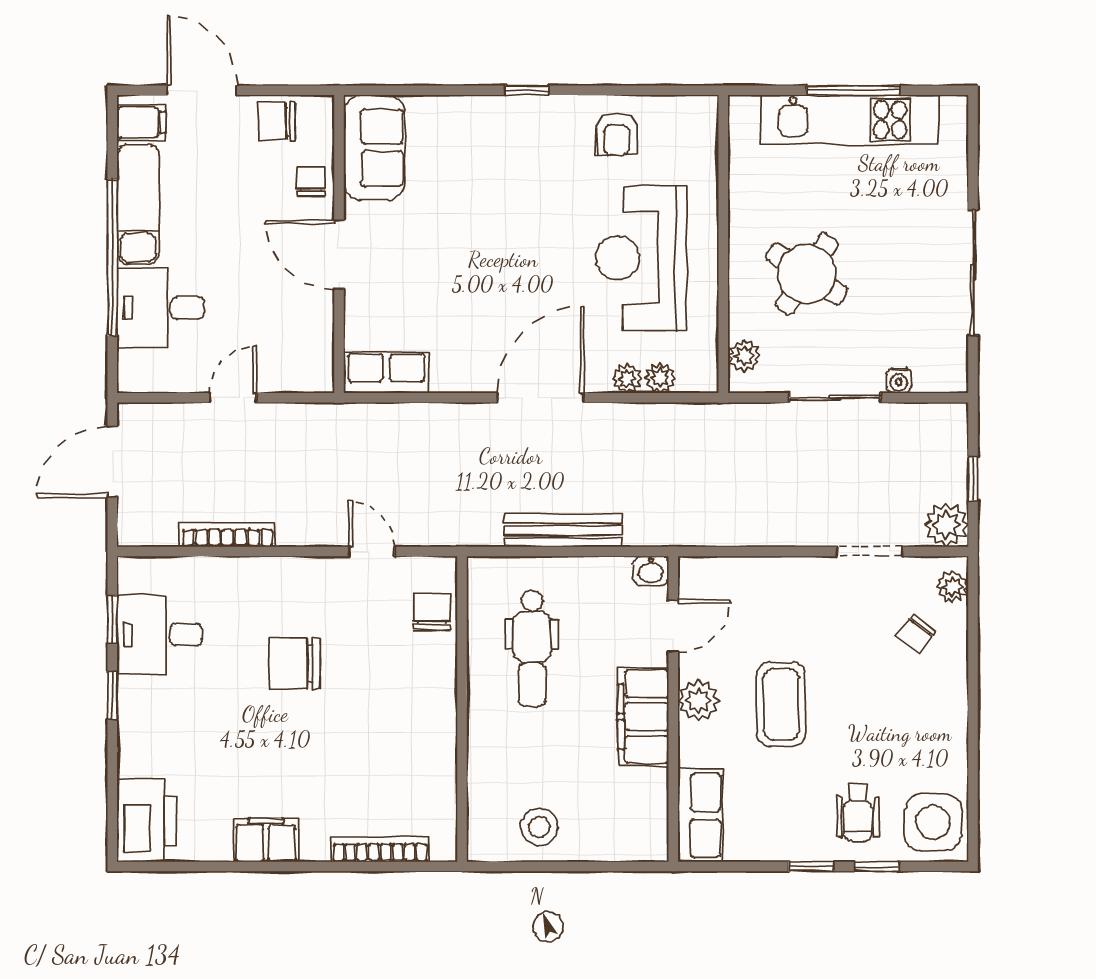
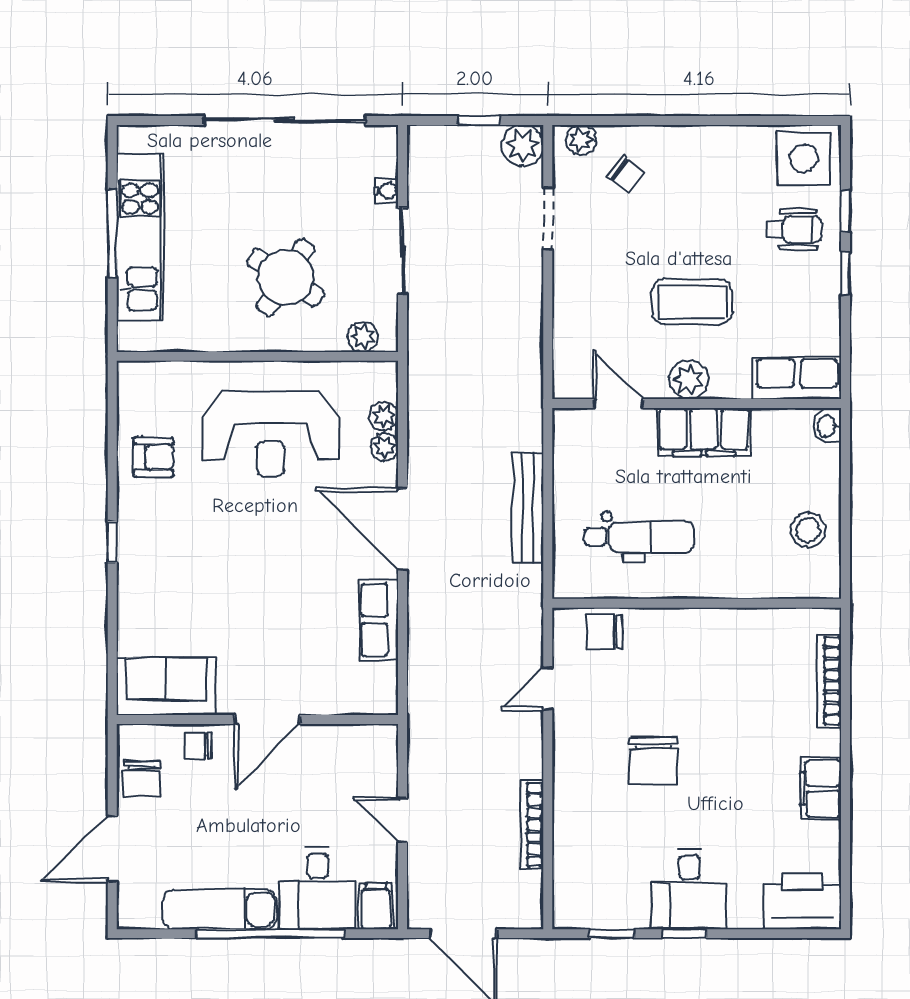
filing cabinet: (141, 122) -> (376, 906), moved
sliding door: (973, 273) -> (284, 120), width x1.36
row of seats: (386, 373) -> (379, 620), moved
washbasin: (651, 571) -> (827, 426), moved, turned 180
desk: (159, 635) -> (689, 889), moved

